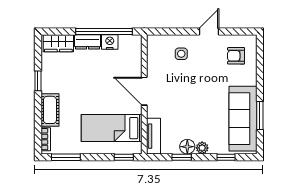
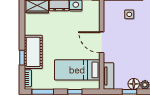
window: (38, 81) -> (22, 58), moved
cot: (50, 110) -> (33, 52), width x1.37, depth x1.34
window: (124, 157) -> (75, 92), moved

